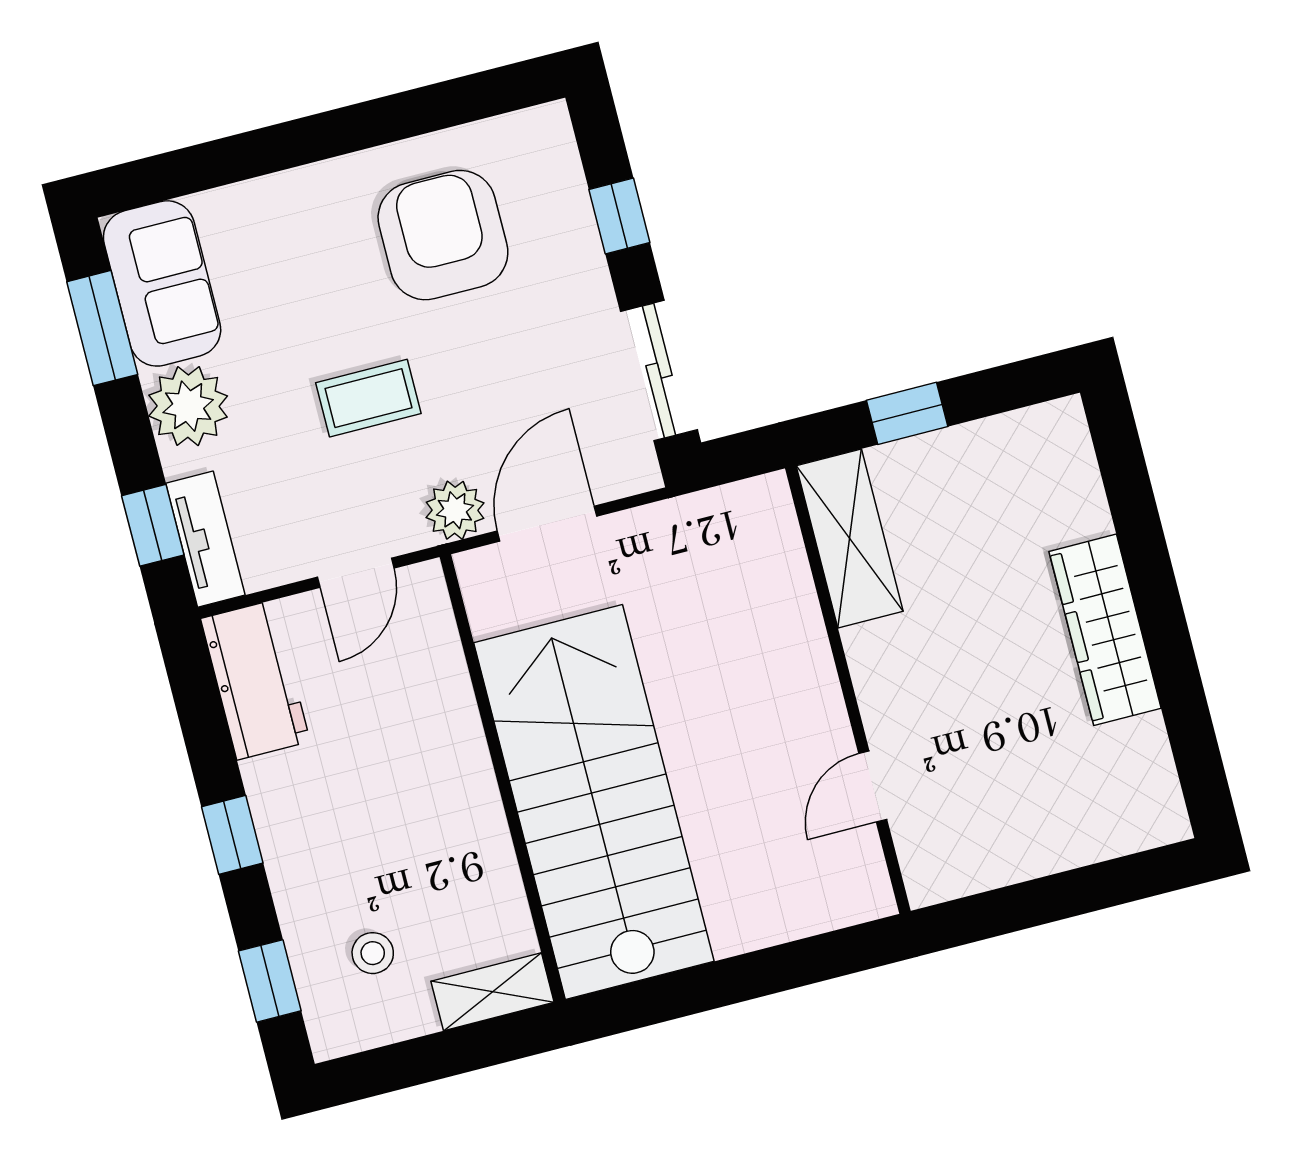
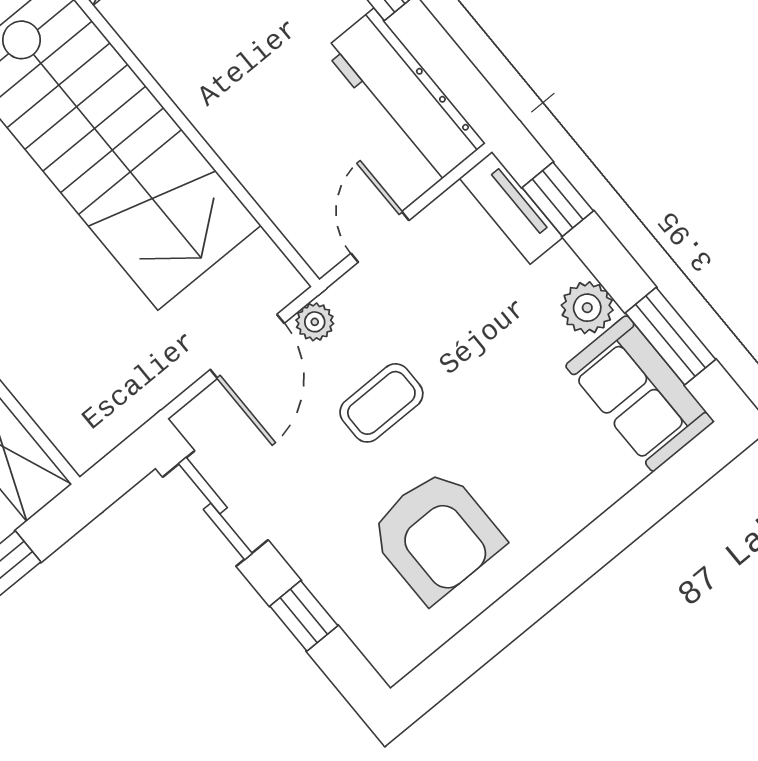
coffee table: (368, 398) -> (381, 403), moved
plant: (188, 406) -> (587, 308), width x0.73, depth x0.73
plant: (455, 510) -> (315, 322), width x0.73, depth x0.73
workbench: (255, 680) -> (404, 97), width x1.38

